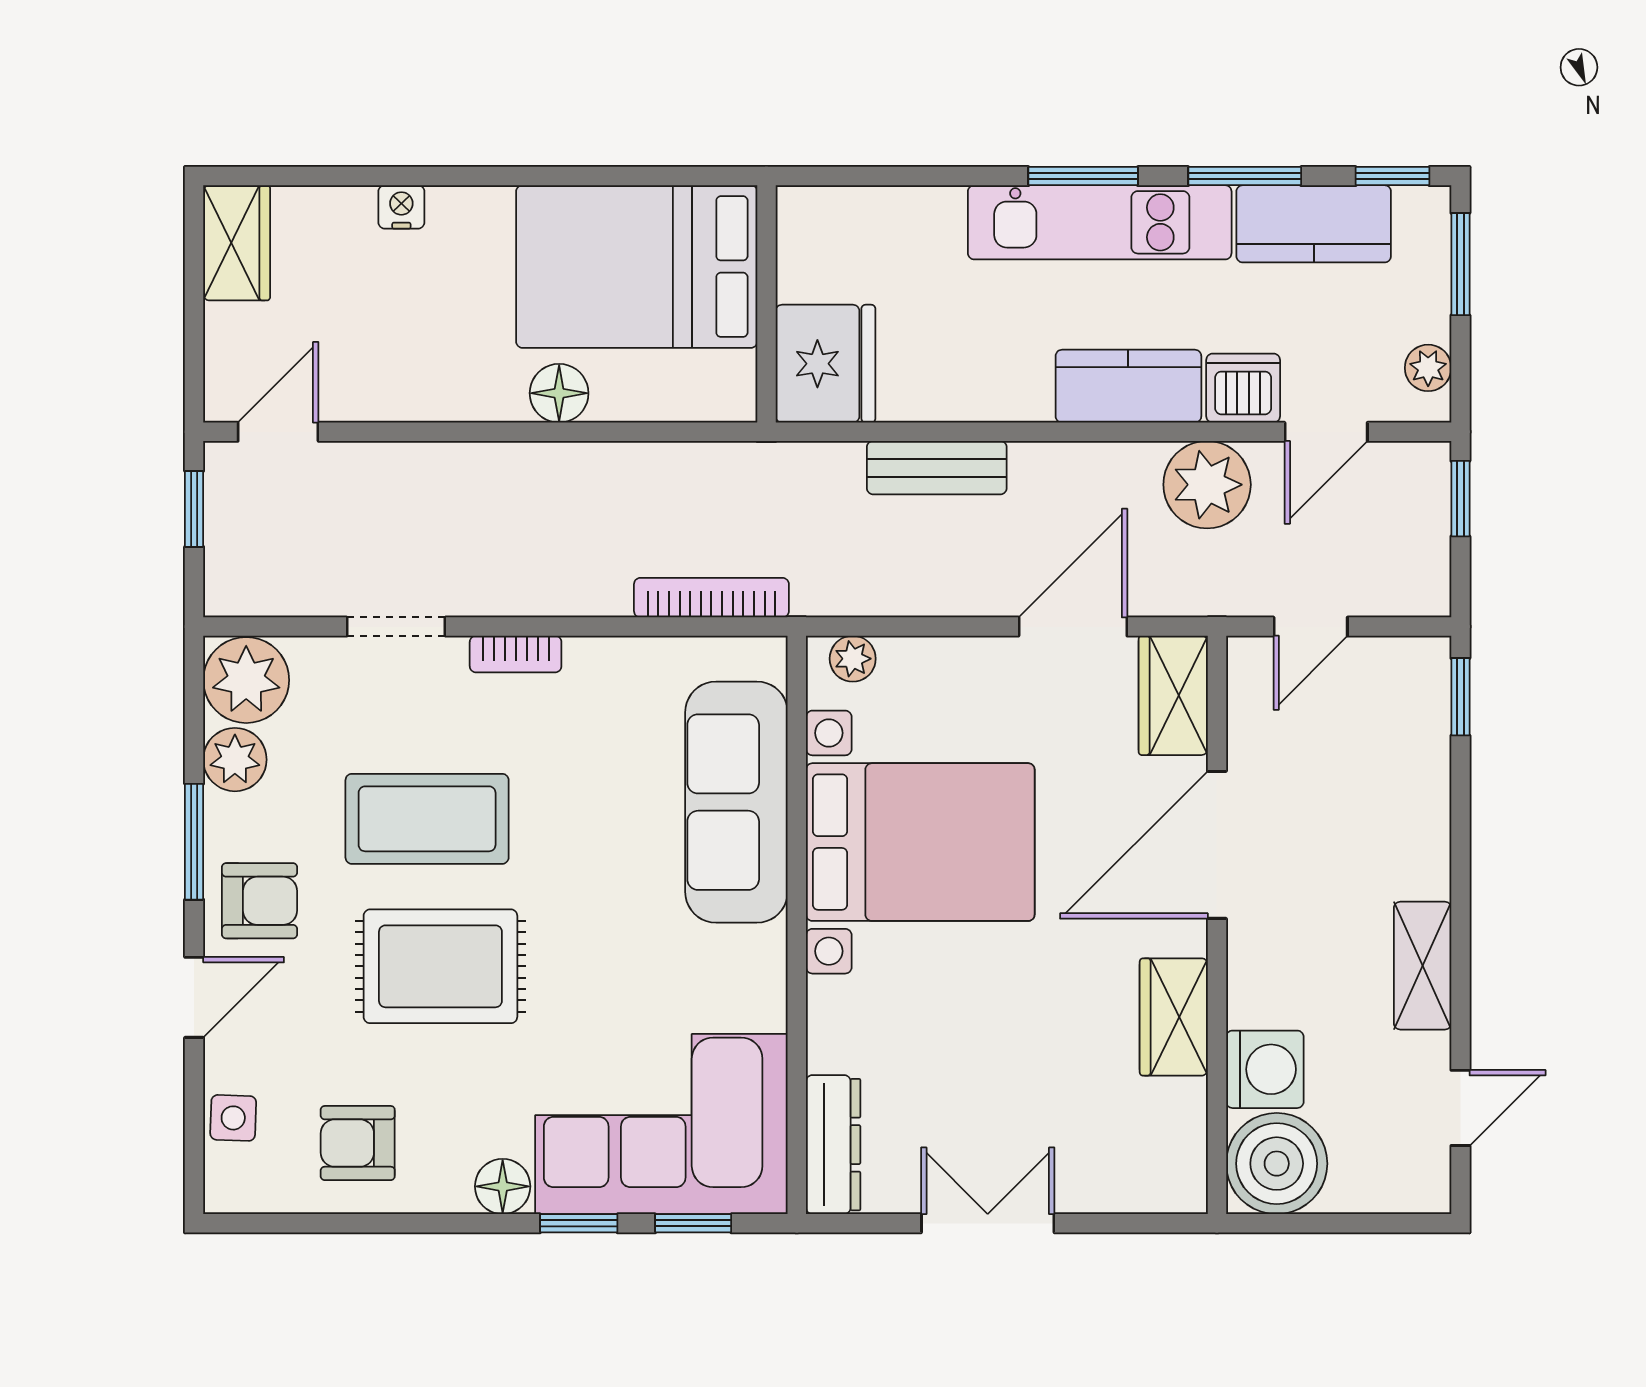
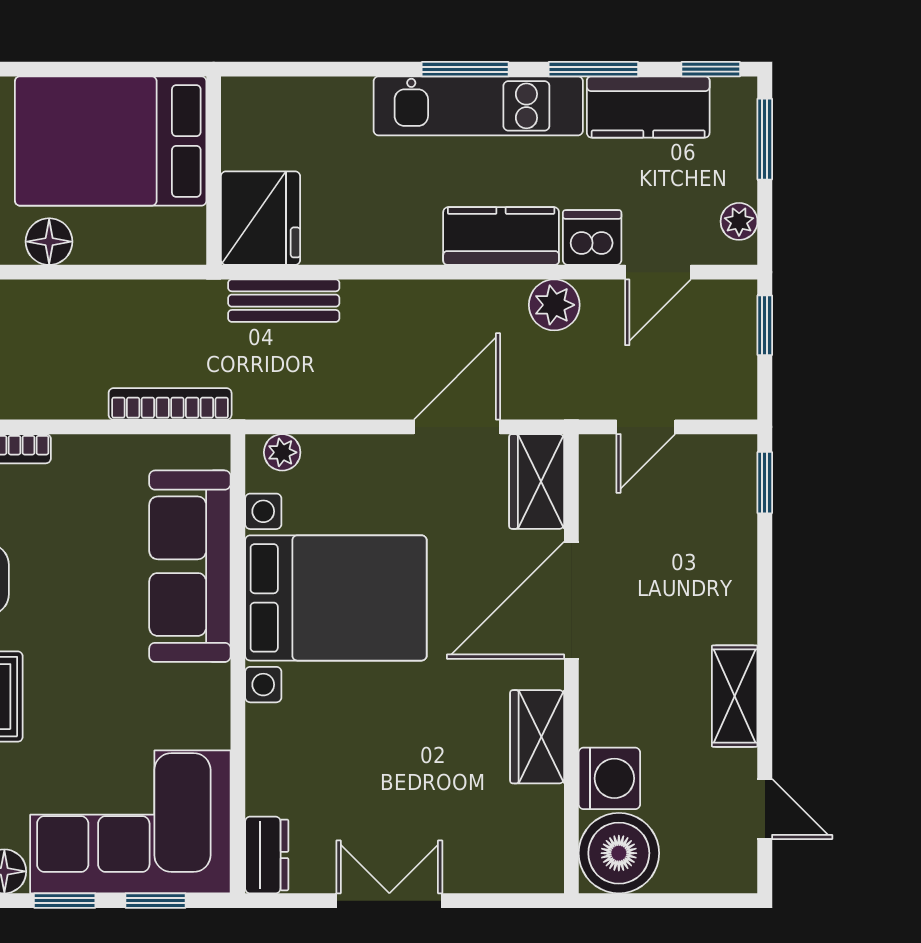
bench: (937, 468) -> (284, 301), moved
plant: (1207, 485) -> (554, 305), width x0.73, depth x0.73
door: (1460, 1108) -> (765, 809), hinge flipped
dresser: (833, 1145) -> (267, 855), width x0.70

